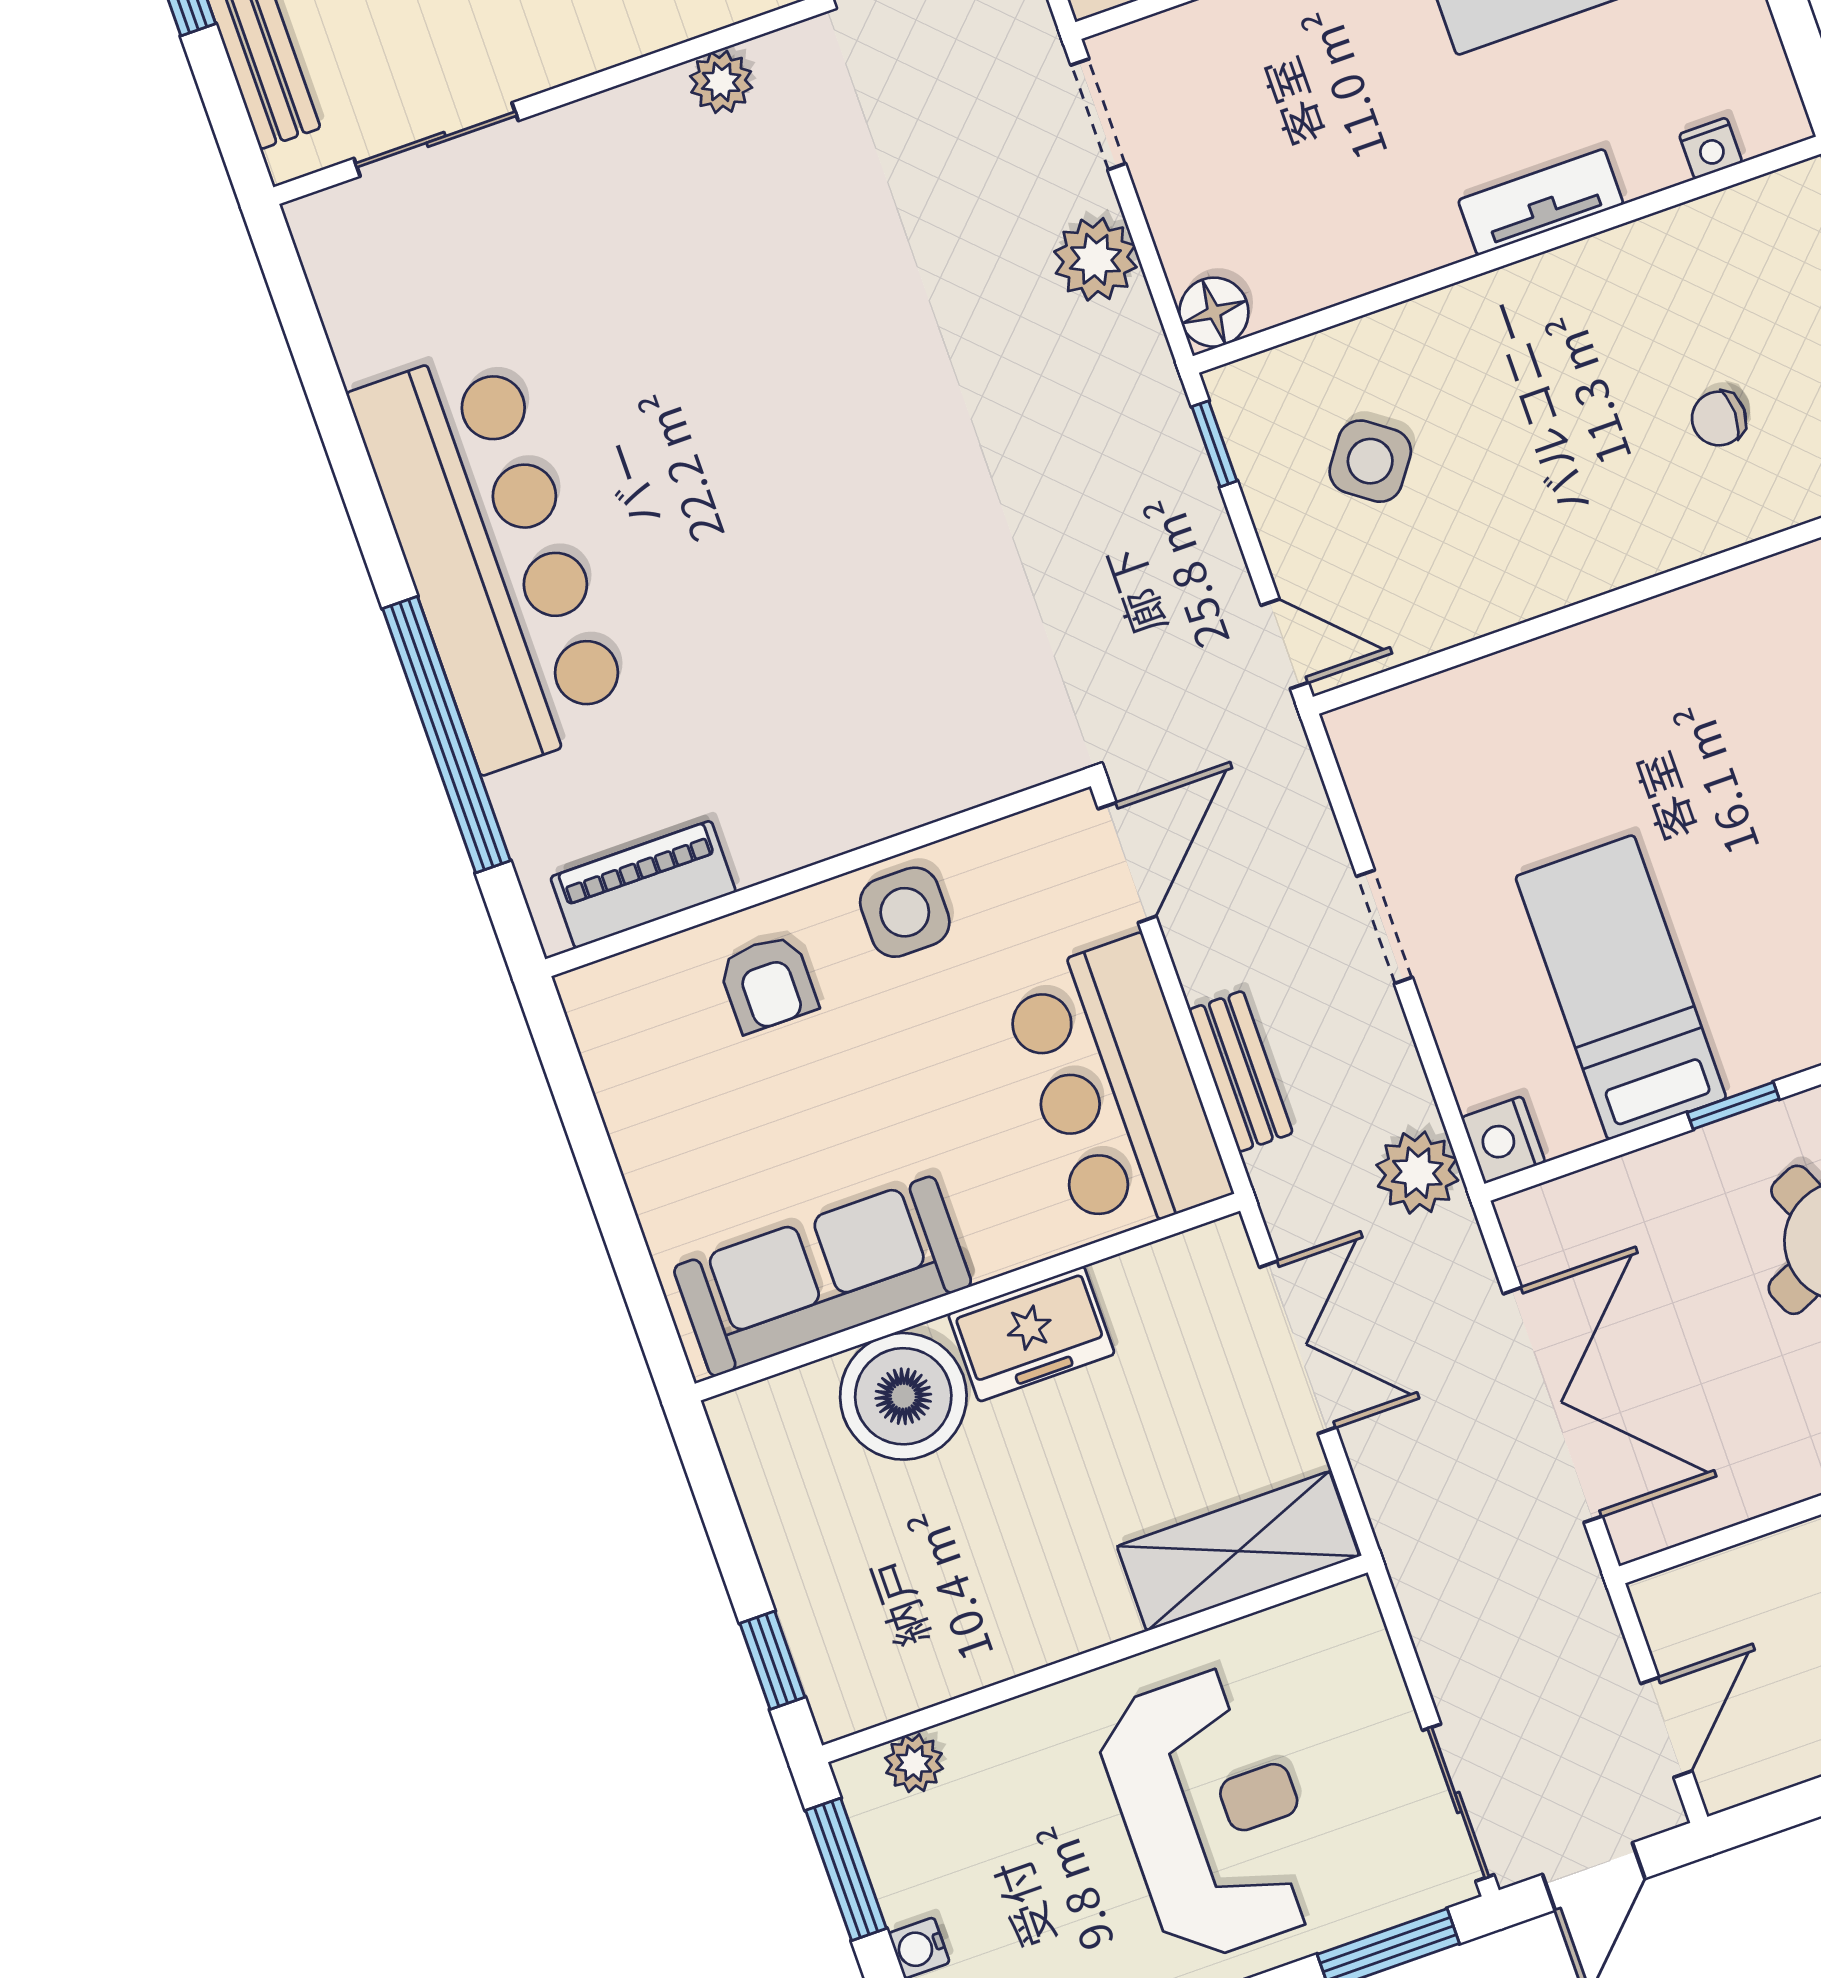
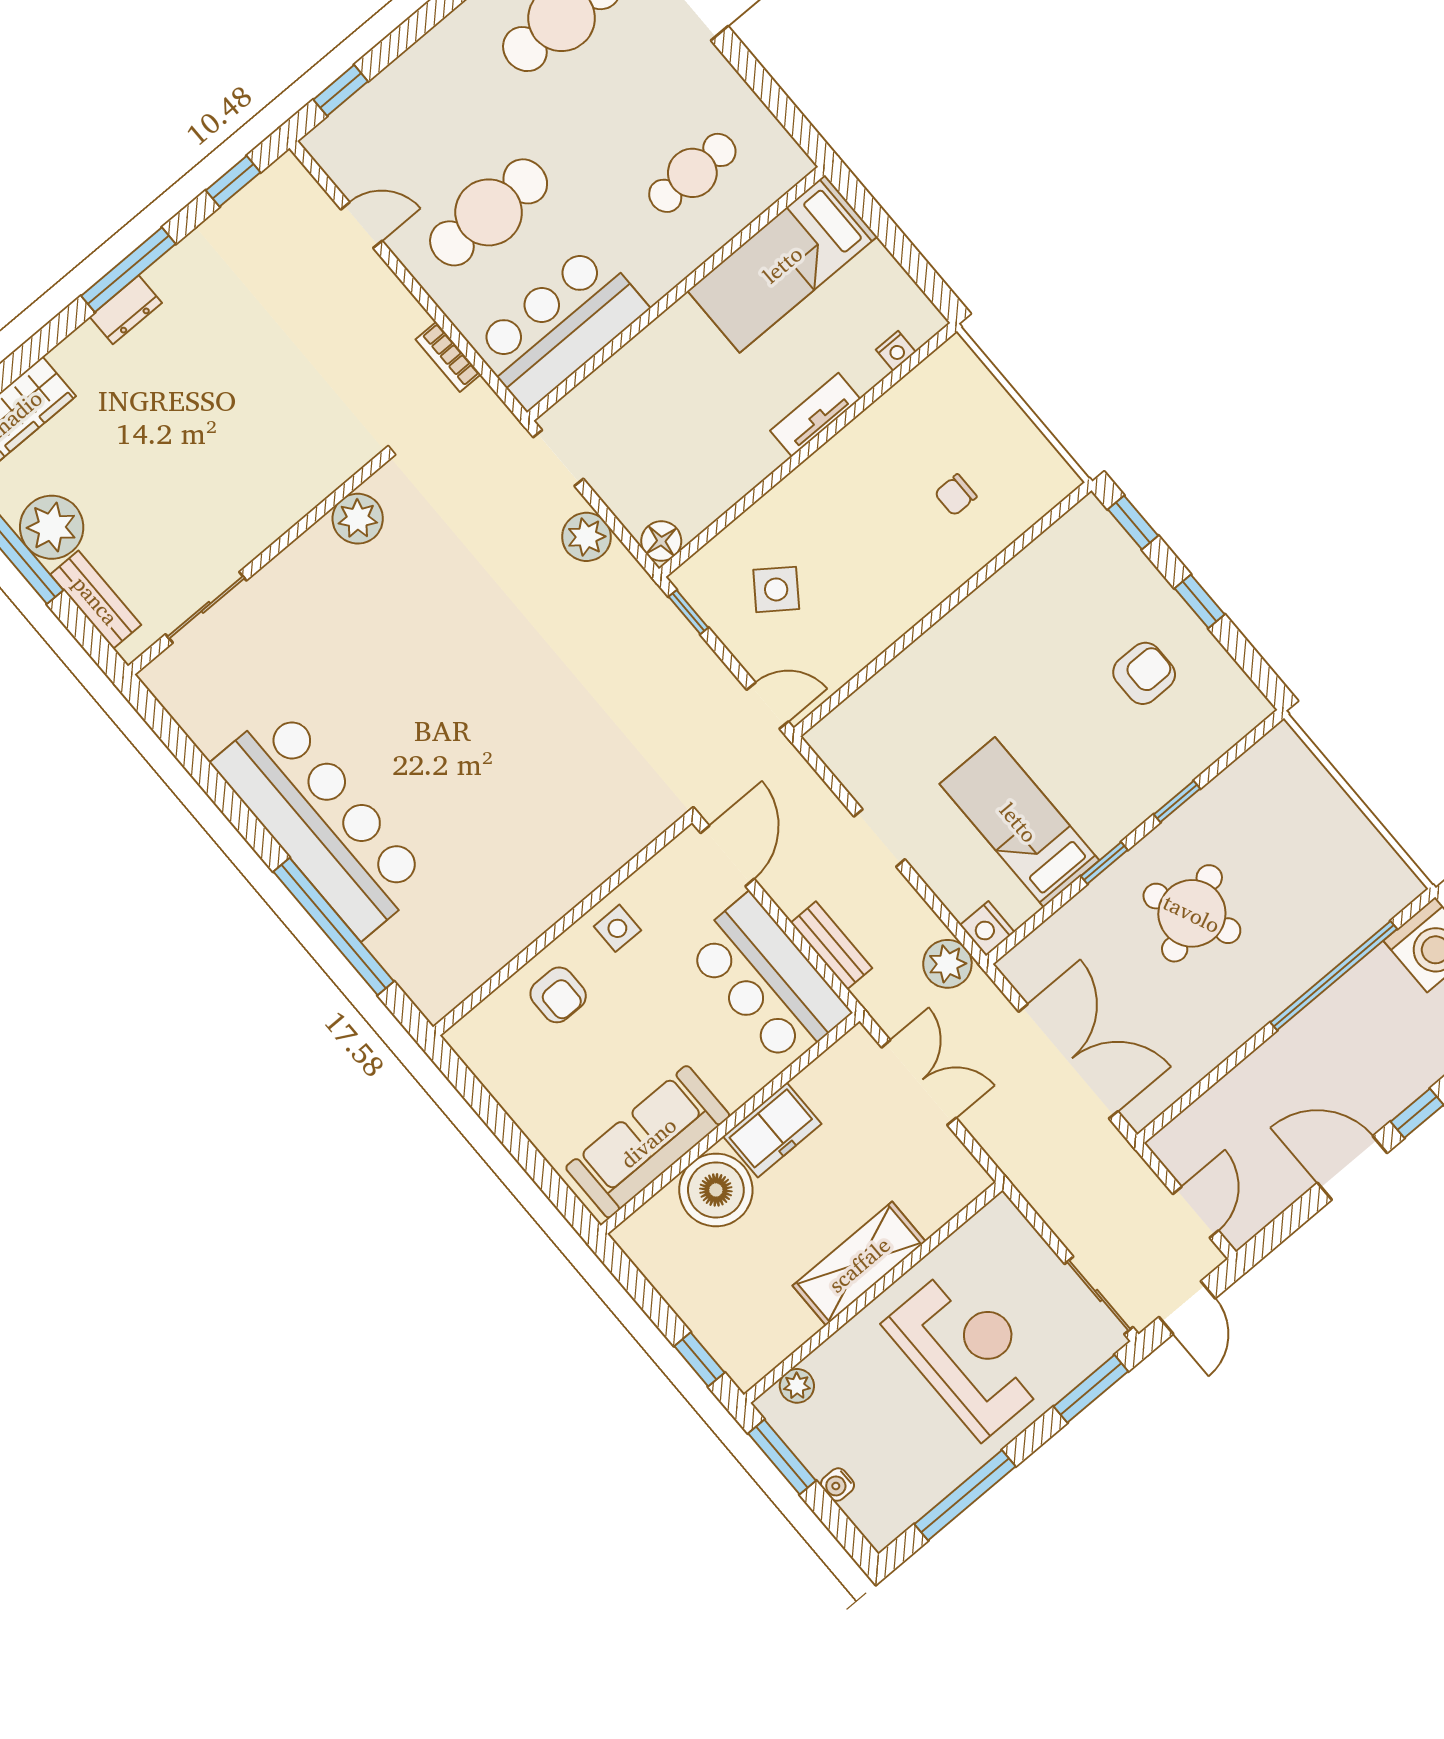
plant: (721, 82) -> (358, 519), width x1.38, depth x1.38
piano: (643, 885) -> (471, 967), removed
side table: (905, 912) -> (617, 928), width x0.73, depth x0.73
shelving: (1238, 1551) -> (859, 1264), moved

